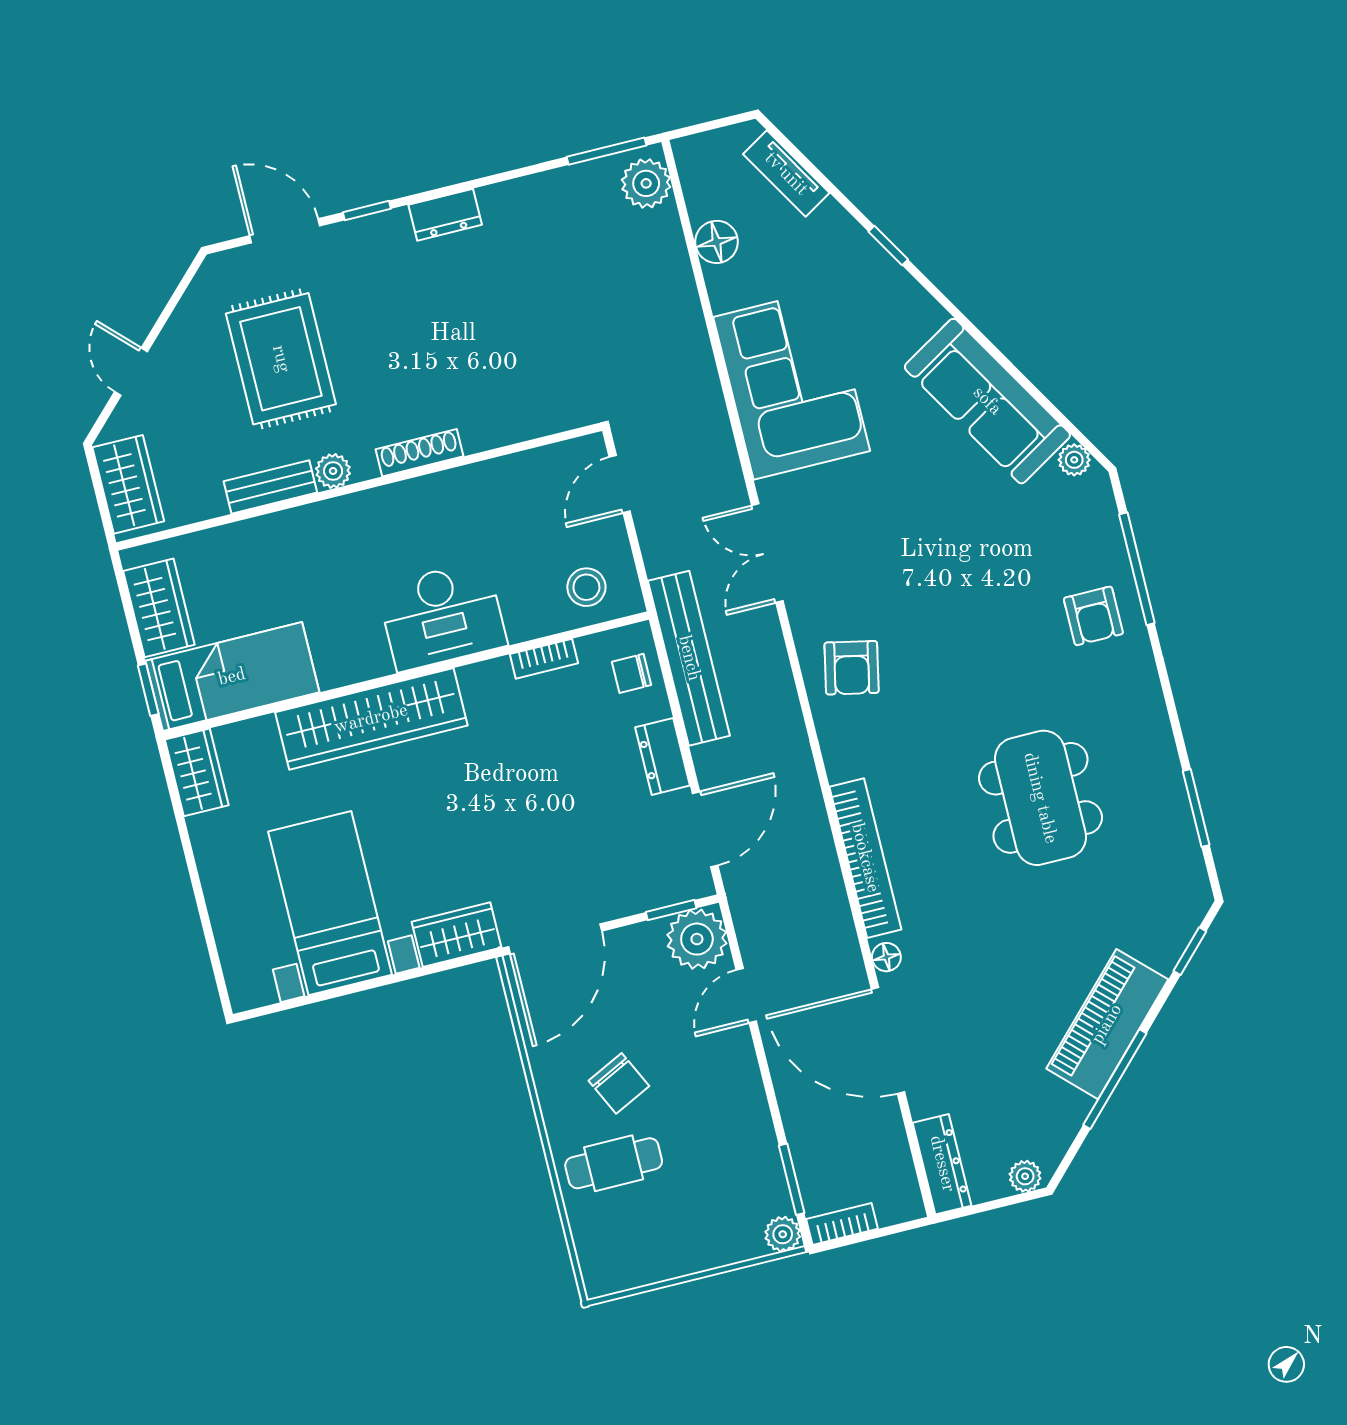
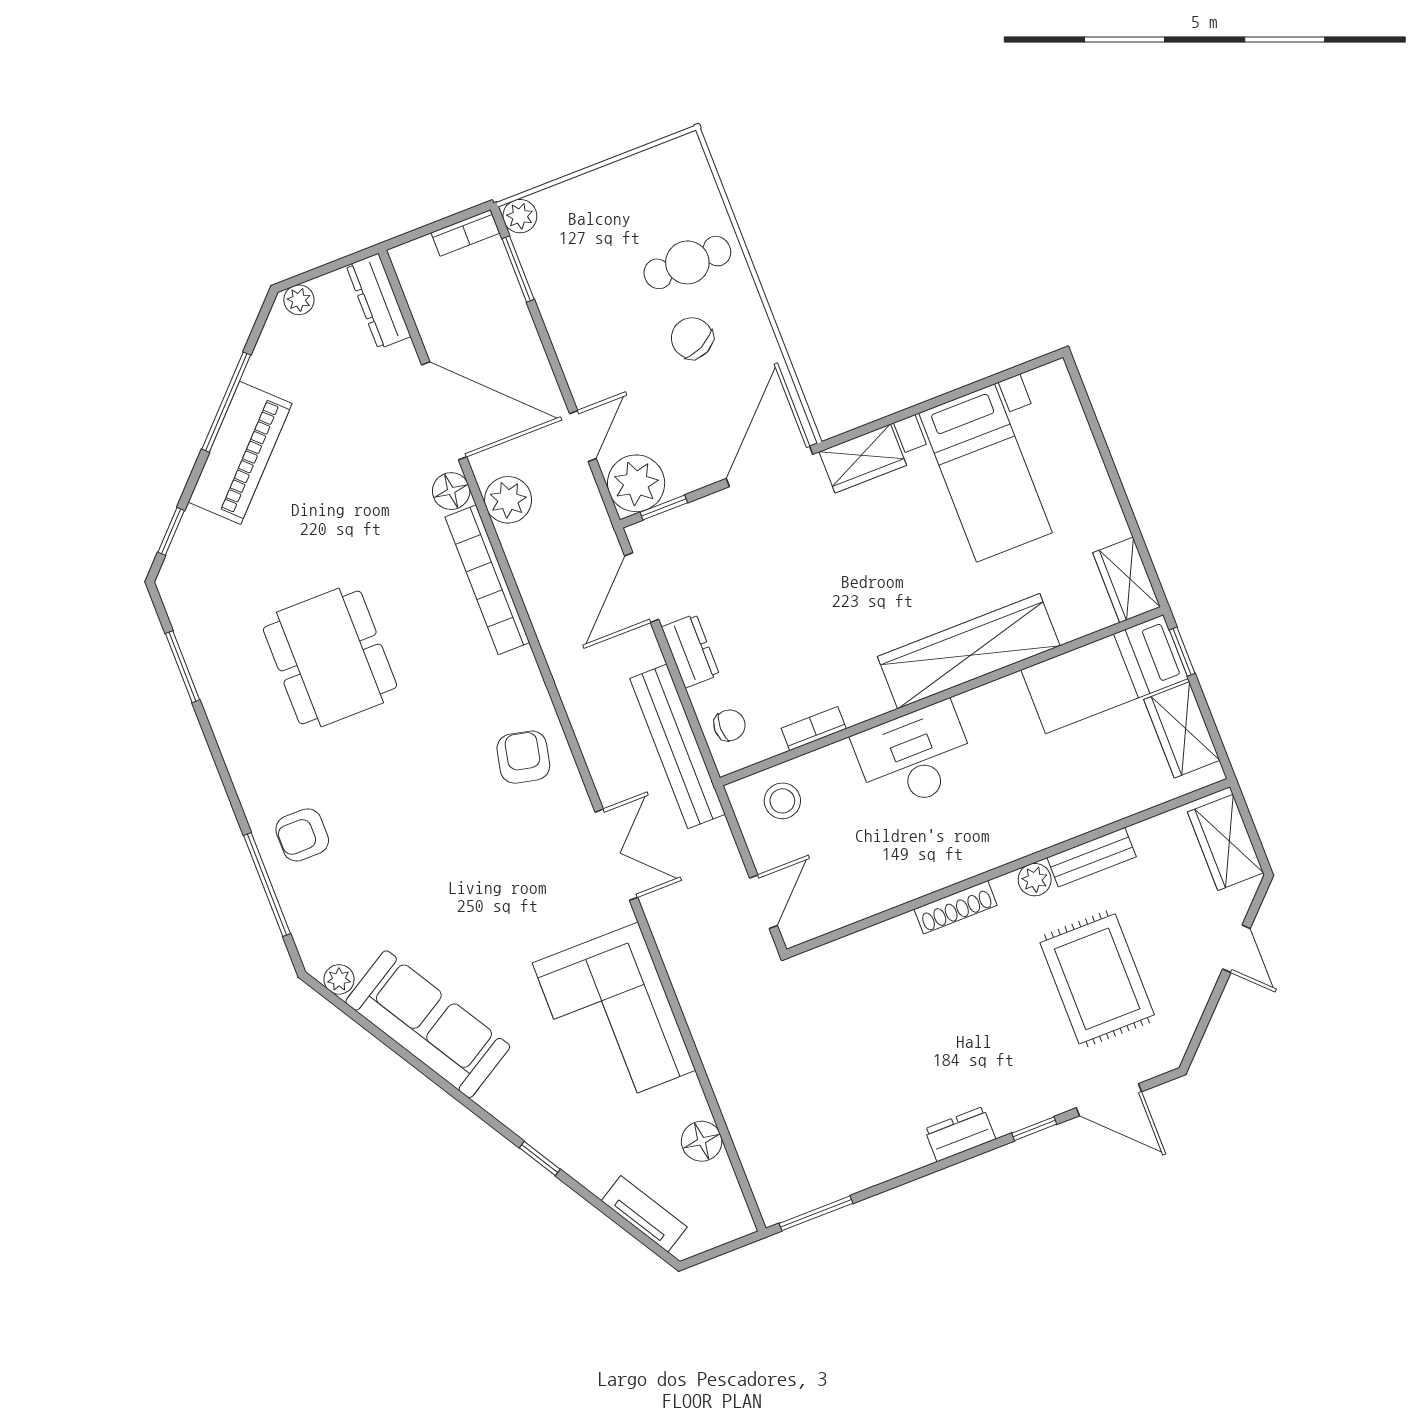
plant: (646, 183) -> (508, 500), moved
armchair: (1093, 616) -> (302, 835), turned -90
floor lamp: (886, 957) -> (451, 491), width x1.37, depth x1.37

